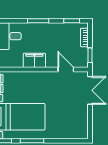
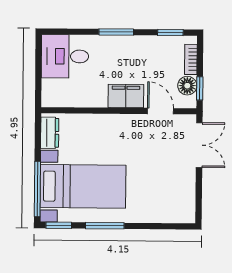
floor lamp: (82, 54) -> (187, 86), added
filing cabinet: (34, 60) -> (126, 96), moved

